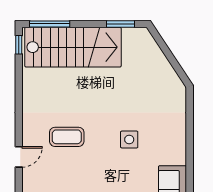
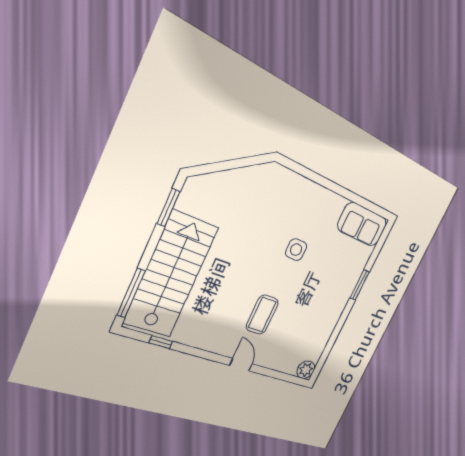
window: (19, 45) -> (161, 342), moved
door: (19, 157) -> (241, 365), moved

